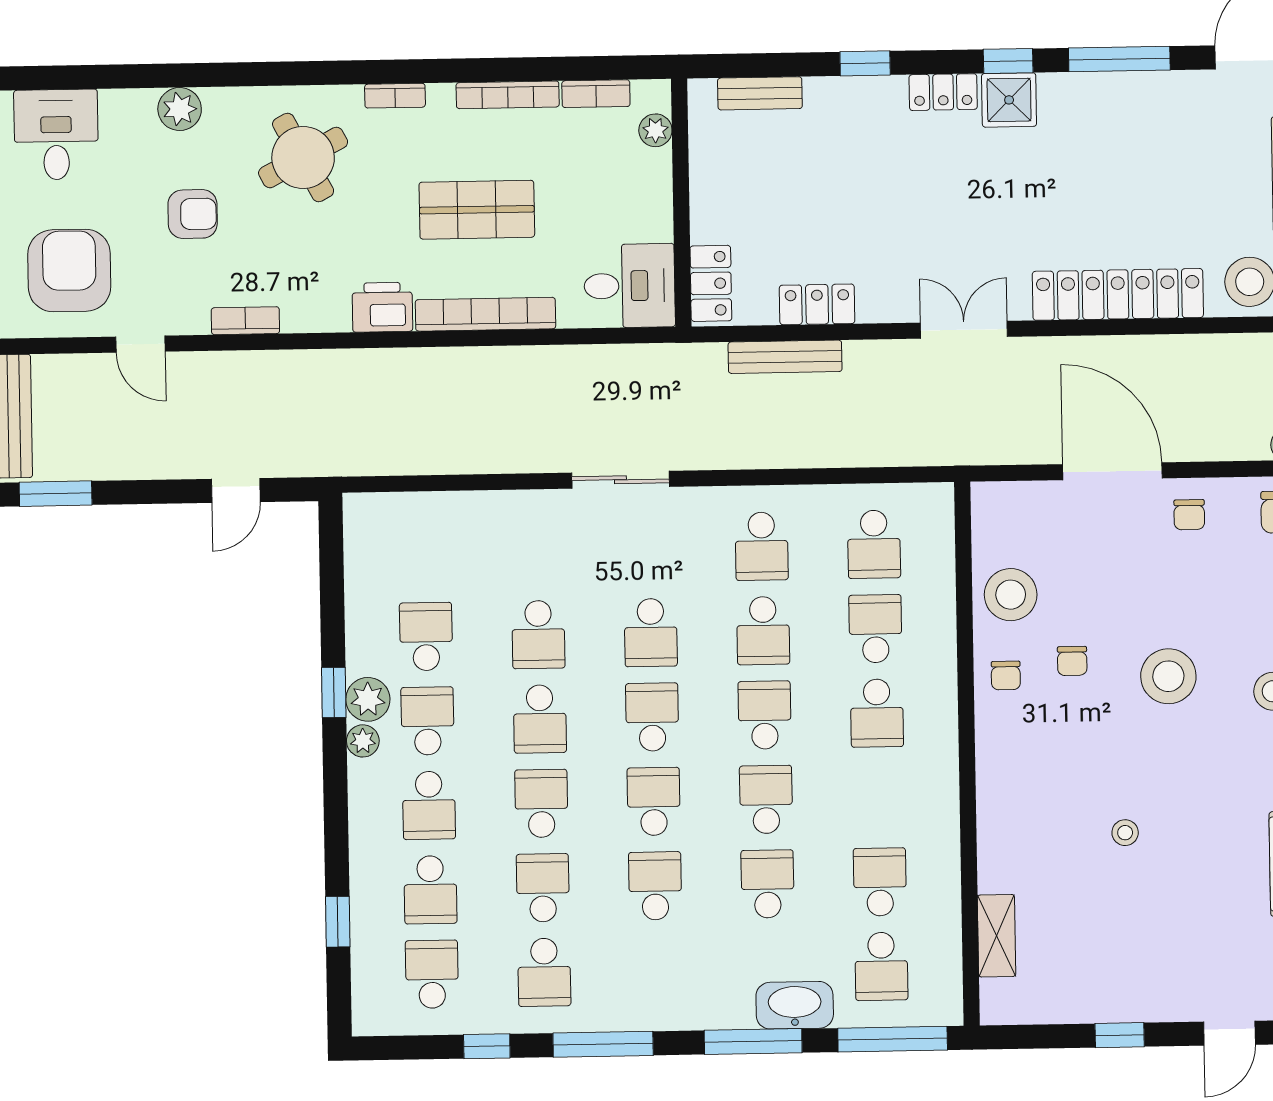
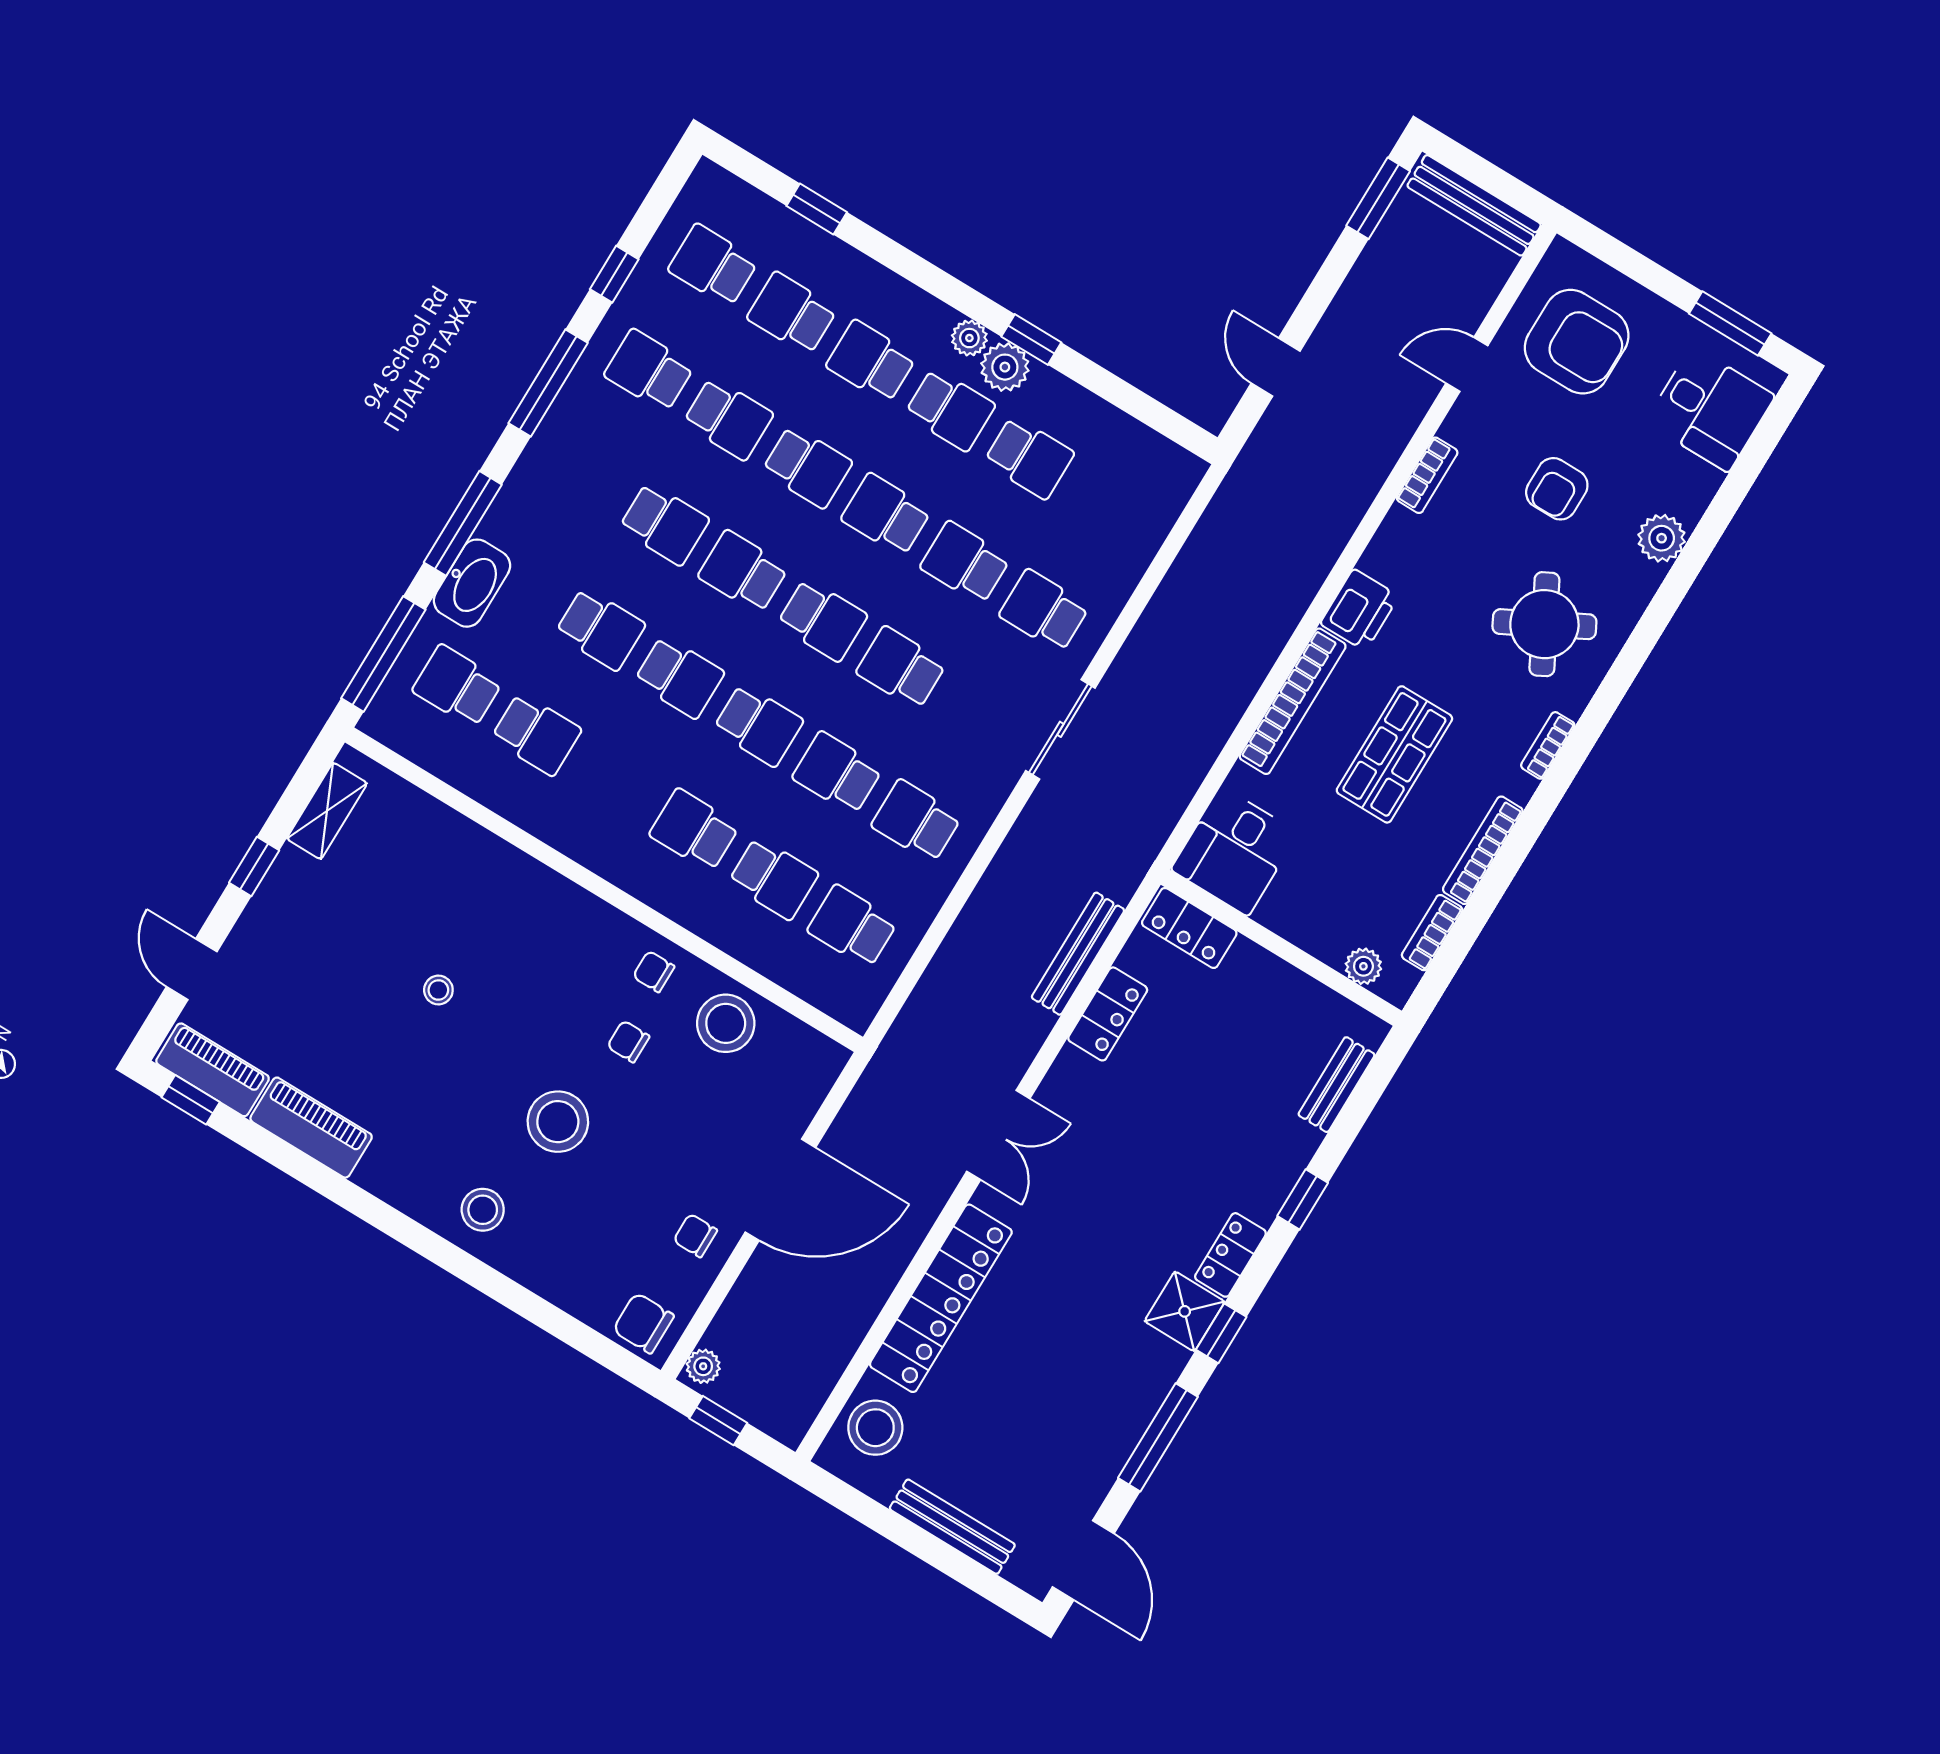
school desk: (537, 550) -> (1044, 611), added
school desk: (654, 801) -> (743, 572), turned 180
shelving: (997, 936) -> (327, 811), moved, turned 90
school desk: (432, 974) -> (713, 265), turned 180

